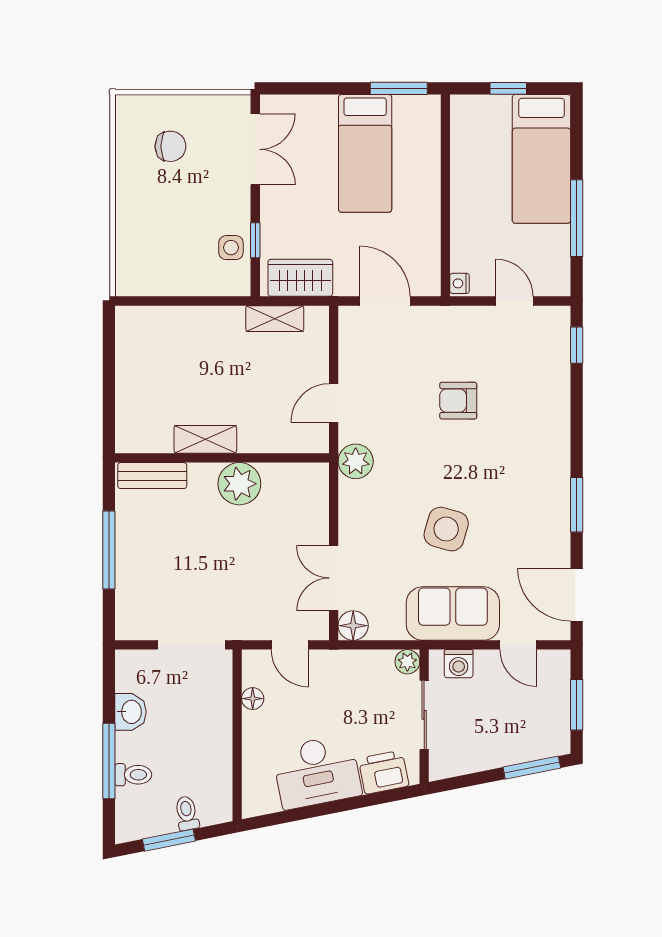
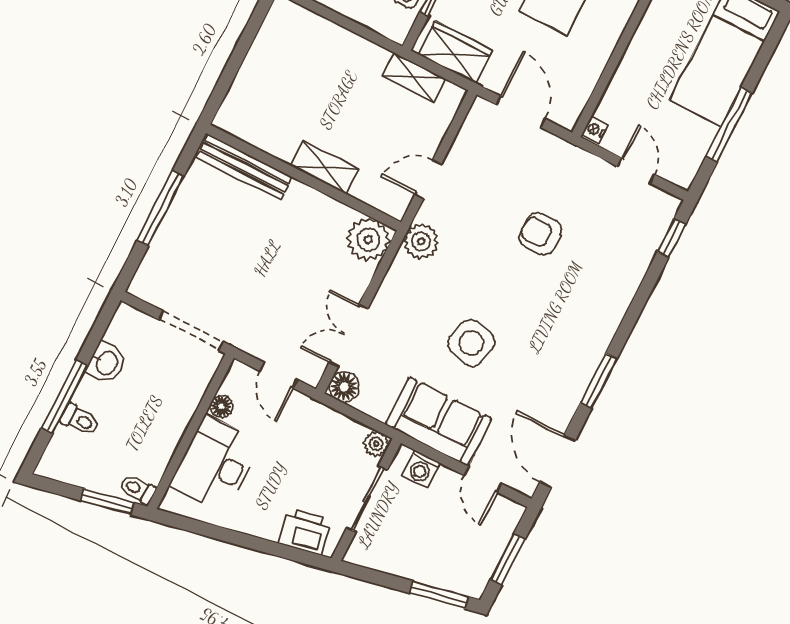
shelving: (205, 439) -> (324, 167), moved
bench: (152, 476) -> (244, 167), width x1.36
plant: (239, 484) -> (368, 240), moved
desk: (317, 772) -> (215, 464), moved, turned 101
toilet: (187, 813) -> (138, 489), moved, turned -79
window: (169, 840) -> (107, 502), moved

